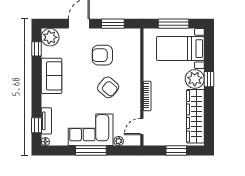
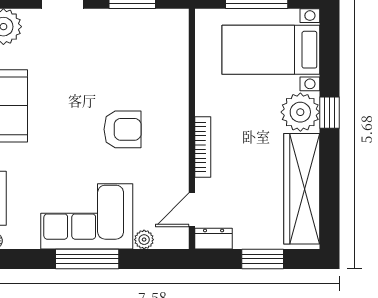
armchair: (102, 55) -> (111, 63), removed
armchair: (108, 87) -> (122, 129), turned -40
dresser: (152, 141) -> (214, 239), added

